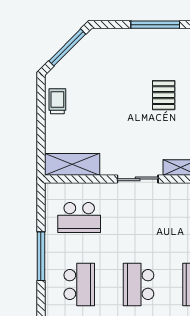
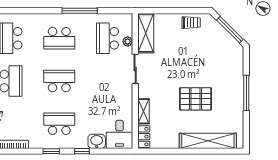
pallet: (164, 95) -> (196, 99), width x1.50, depth x1.42
sliding door: (138, 179) -> (135, 69), moved
plant: (84, 190) -> (128, 41), added

